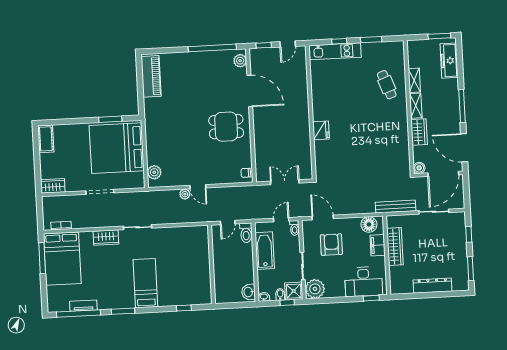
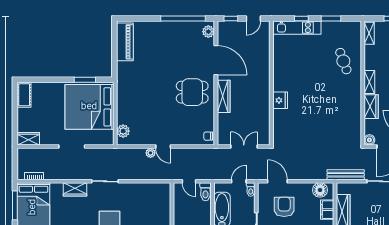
shelving: (414, 80) -> (369, 33), moved
wardrobe: (260, 129) -> (224, 96), added
door: (228, 222) -> (189, 181), hinge flipped

